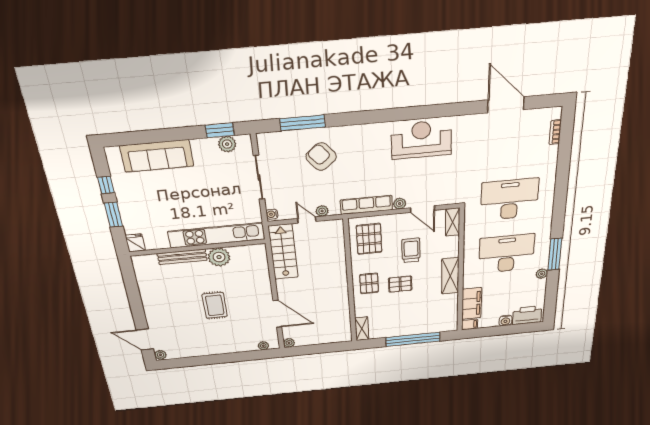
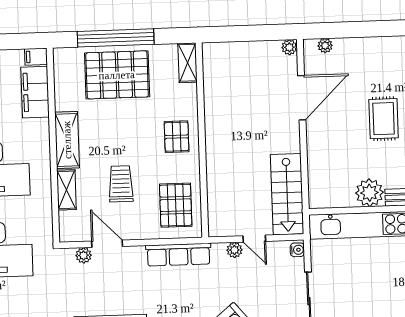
plant: (400, 204) -> (84, 255), moved
shelving: (453, 222) -> (66, 190), moved
trolley: (411, 250) -> (121, 184), turned 180
pallet: (400, 284) -> (117, 75), moved, width x2.05, depth x2.00
door: (277, 314) -> (302, 98), swing flipped

